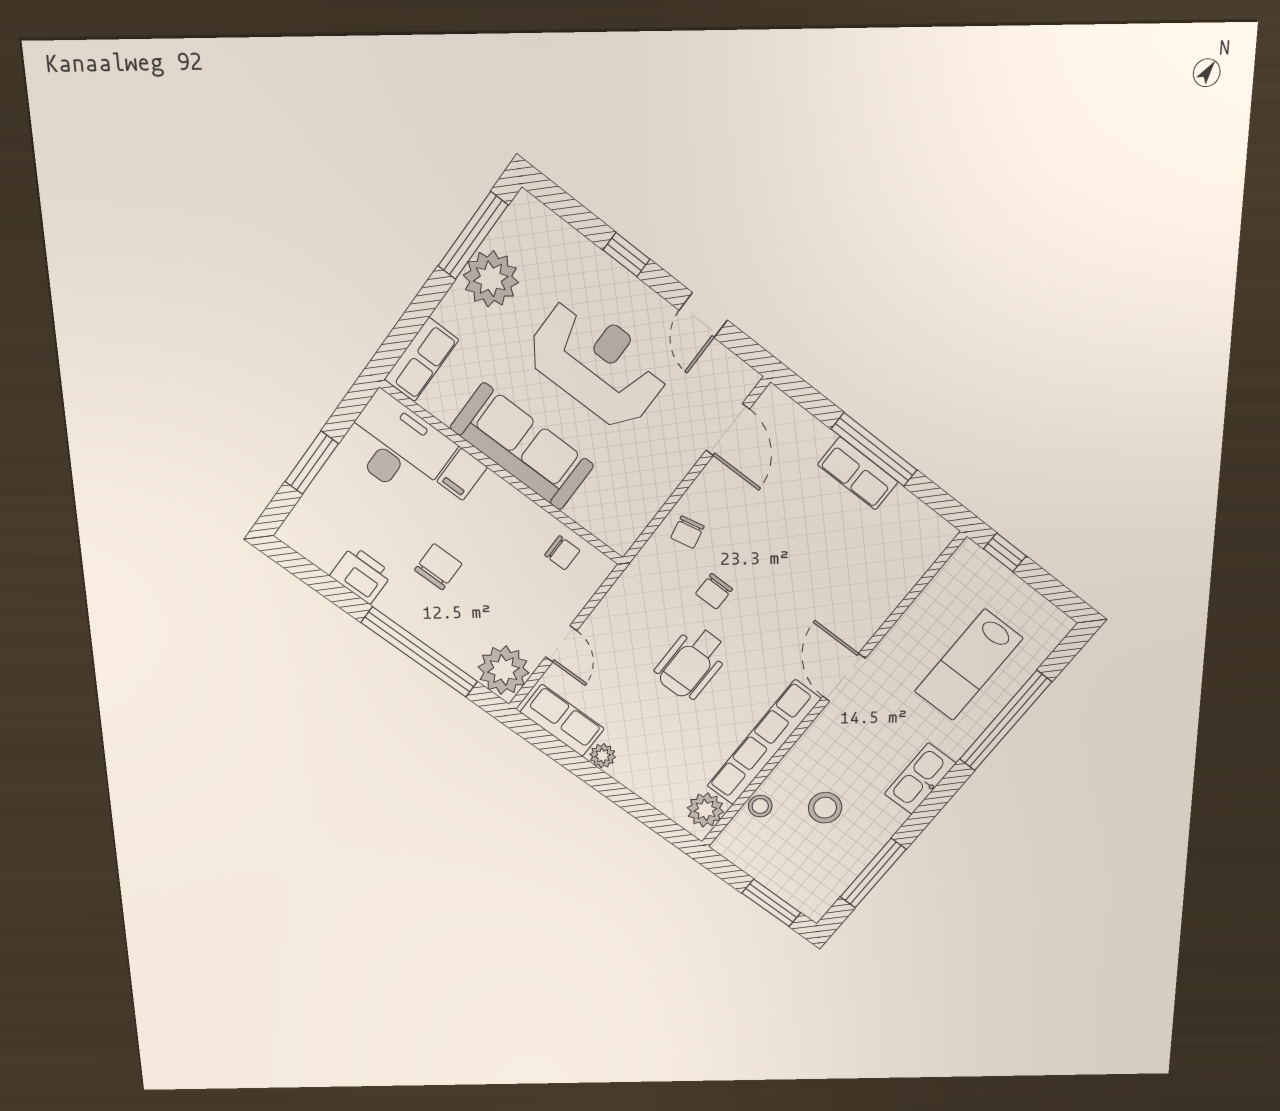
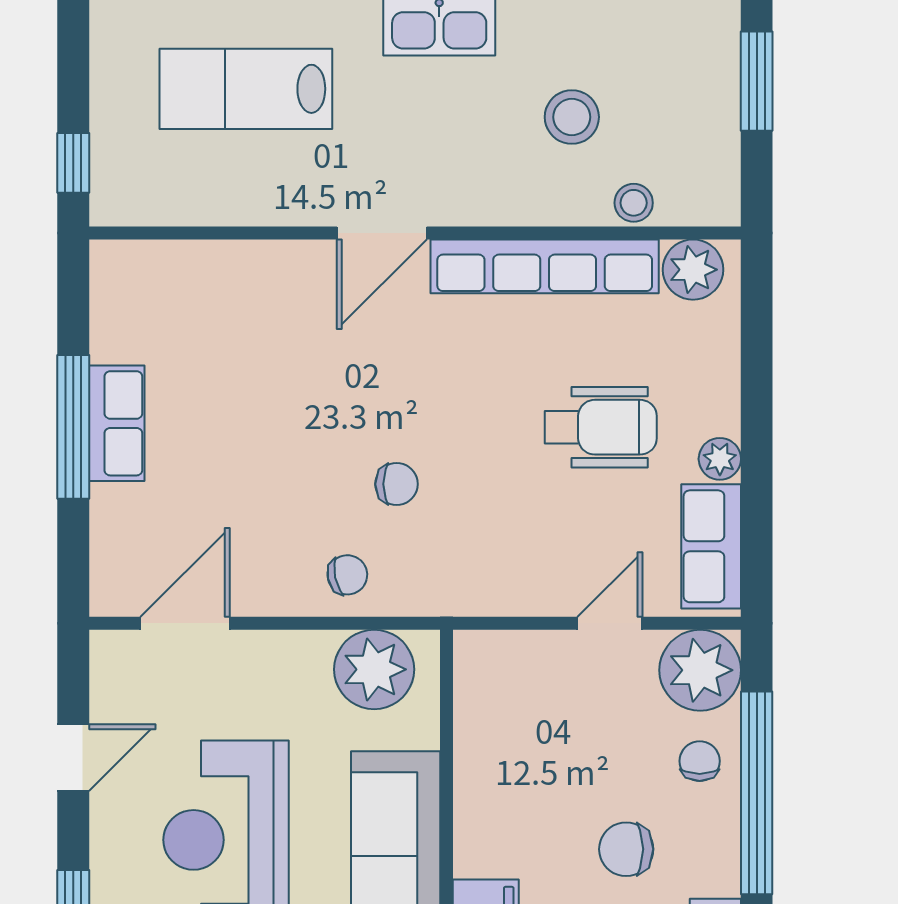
plant: (628, 509) -> (374, 669), added
chair: (562, 553) -> (700, 761), moved
wheelchair: (692, 663) -> (601, 427), moved
lab bench: (969, 665) -> (246, 89), turned 180

